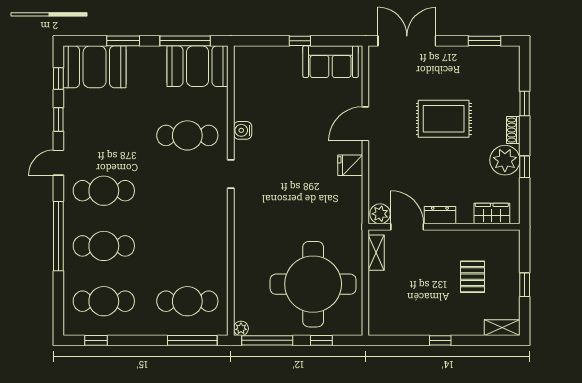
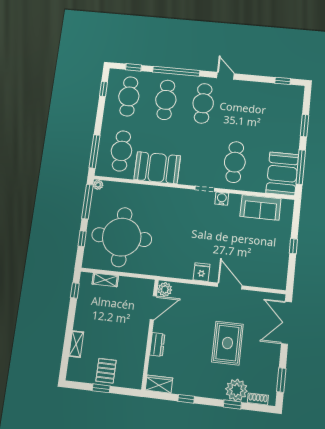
double door: (407, 41) -> (286, 323), swing flipped
sofa: (331, 62) -> (260, 207), moved, turned -90
booth: (95, 67) -> (157, 168), moved, turned 90
window: (58, 120) -> (133, 67), moved
water cooler: (243, 130) -> (222, 199), moved
shoe rack: (513, 130) -> (258, 399), moved
plant: (505, 160) -> (236, 390), moved
wardrobe: (492, 214) -> (159, 384), moved, turned -90
dresser: (440, 215) -> (157, 345), moved
shelving: (376, 253) -> (105, 280), moved
pallet: (473, 277) -> (106, 371), moved, turned 90
shelving: (502, 328) -> (76, 344), moved
window: (440, 340) -> (75, 290), moved

